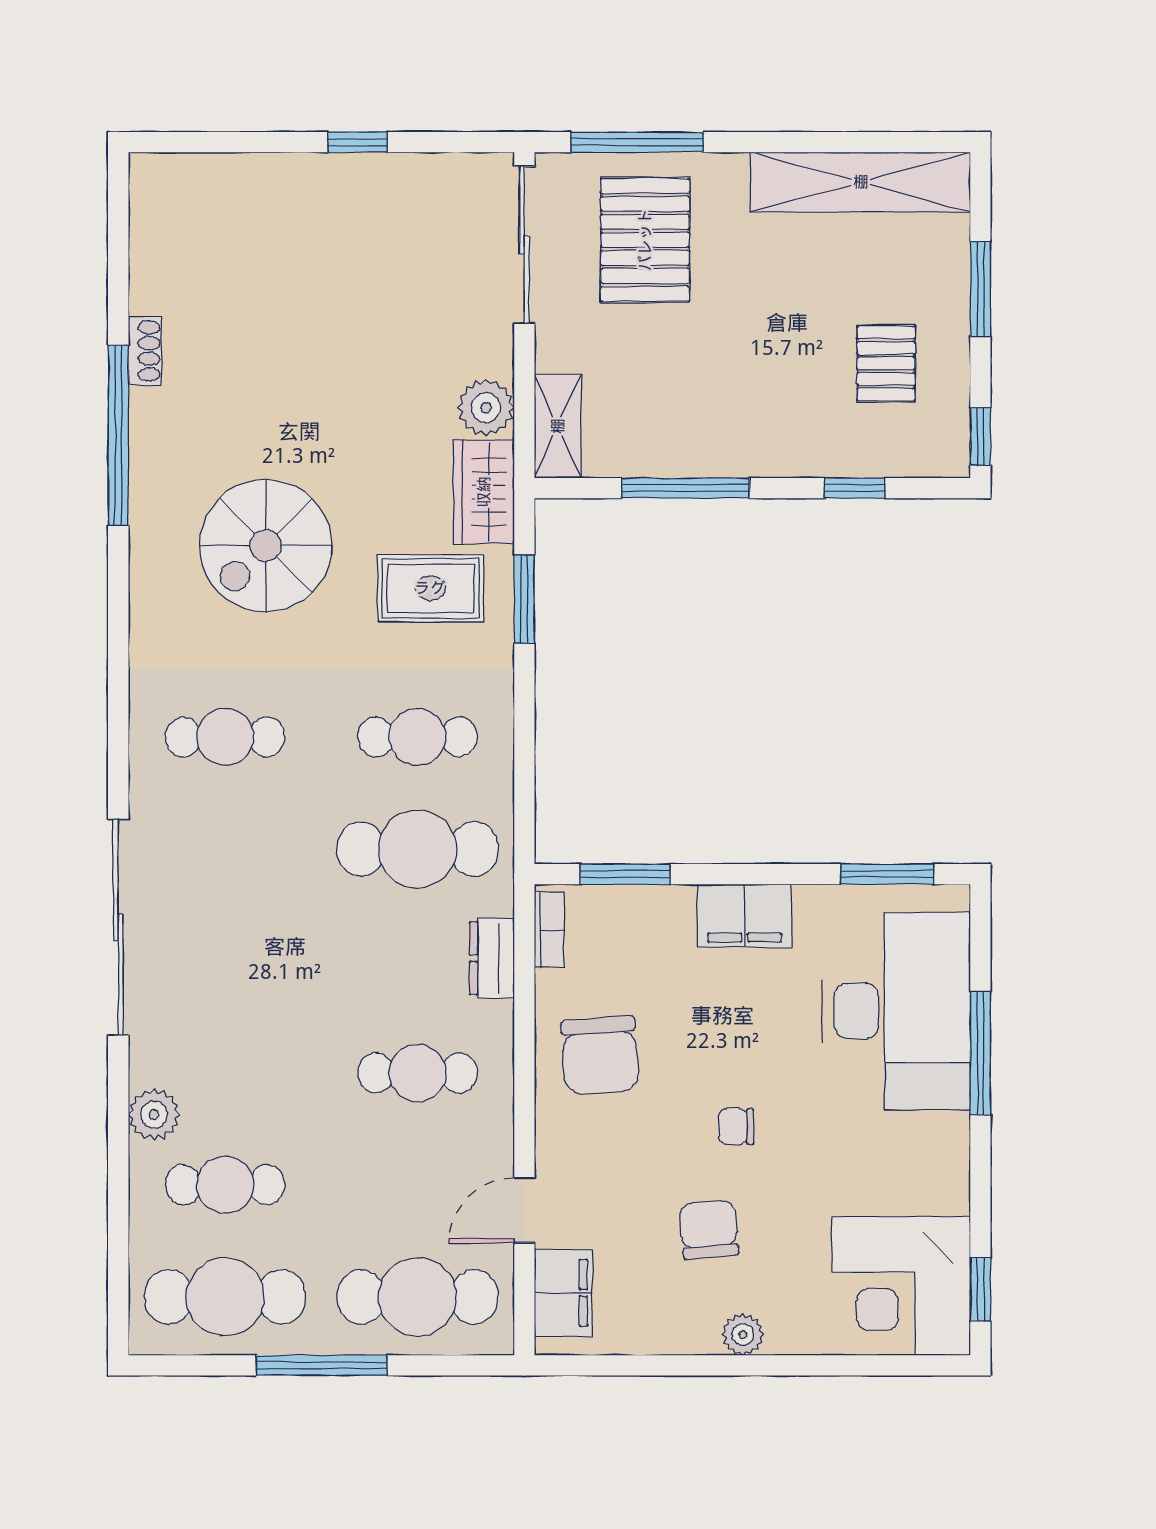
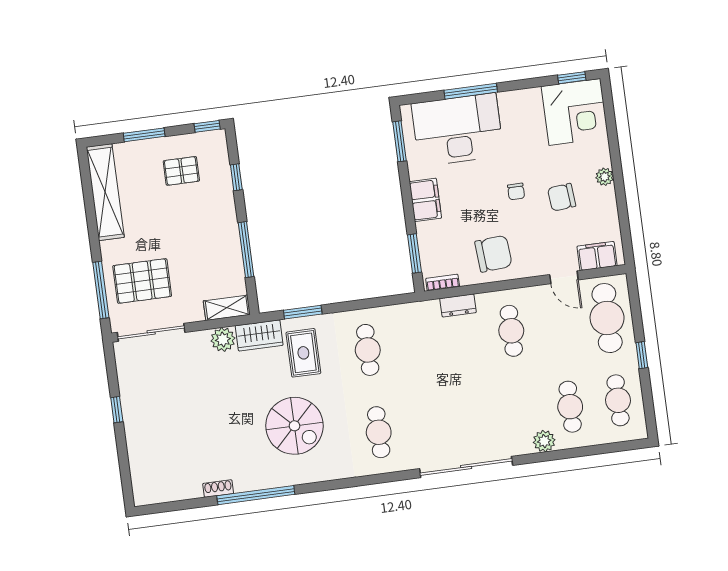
cafe table: (417, 849) -> (416, 344), removed
cafe table: (225, 1297) -> (618, 400), width x0.73, depth x0.74
window: (322, 1365) -> (642, 355), width x0.46

